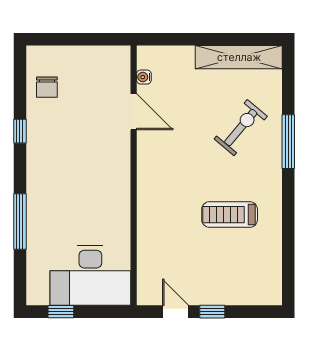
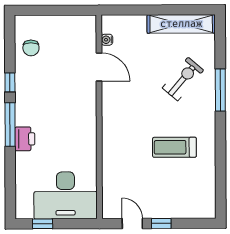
printer: (39, 203) -> (25, 139), added
window: (20, 222) -> (10, 125), moved

